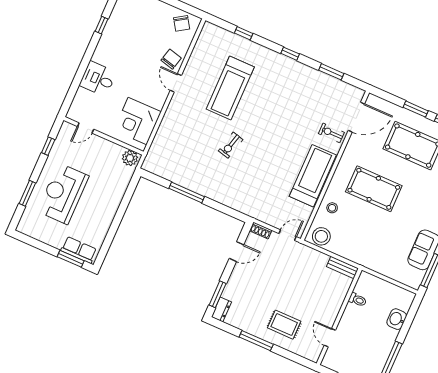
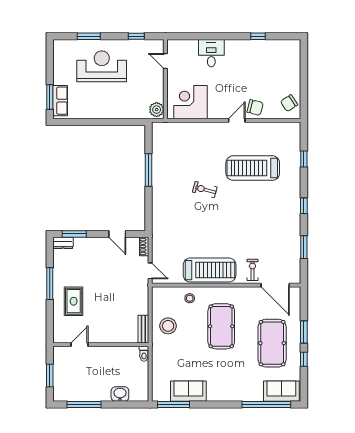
stool: (321, 236) -> (168, 326), moved
toilet: (358, 300) -> (144, 354), moved

